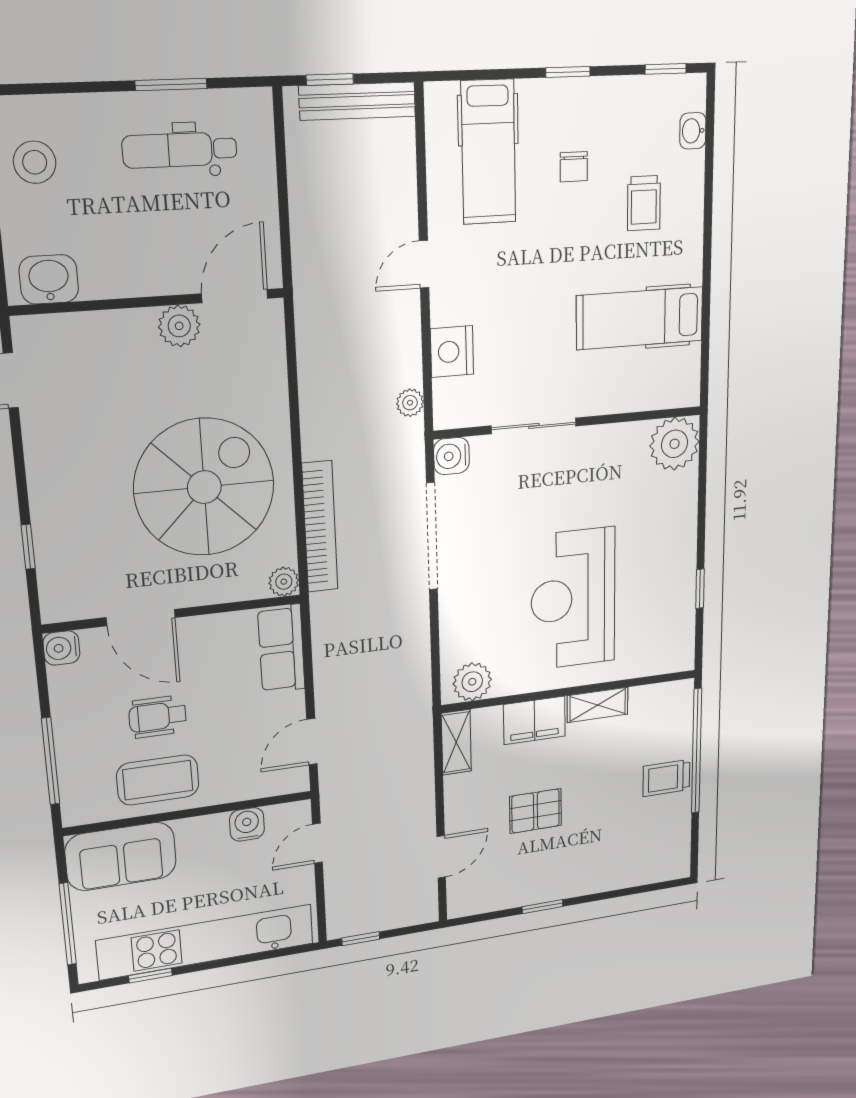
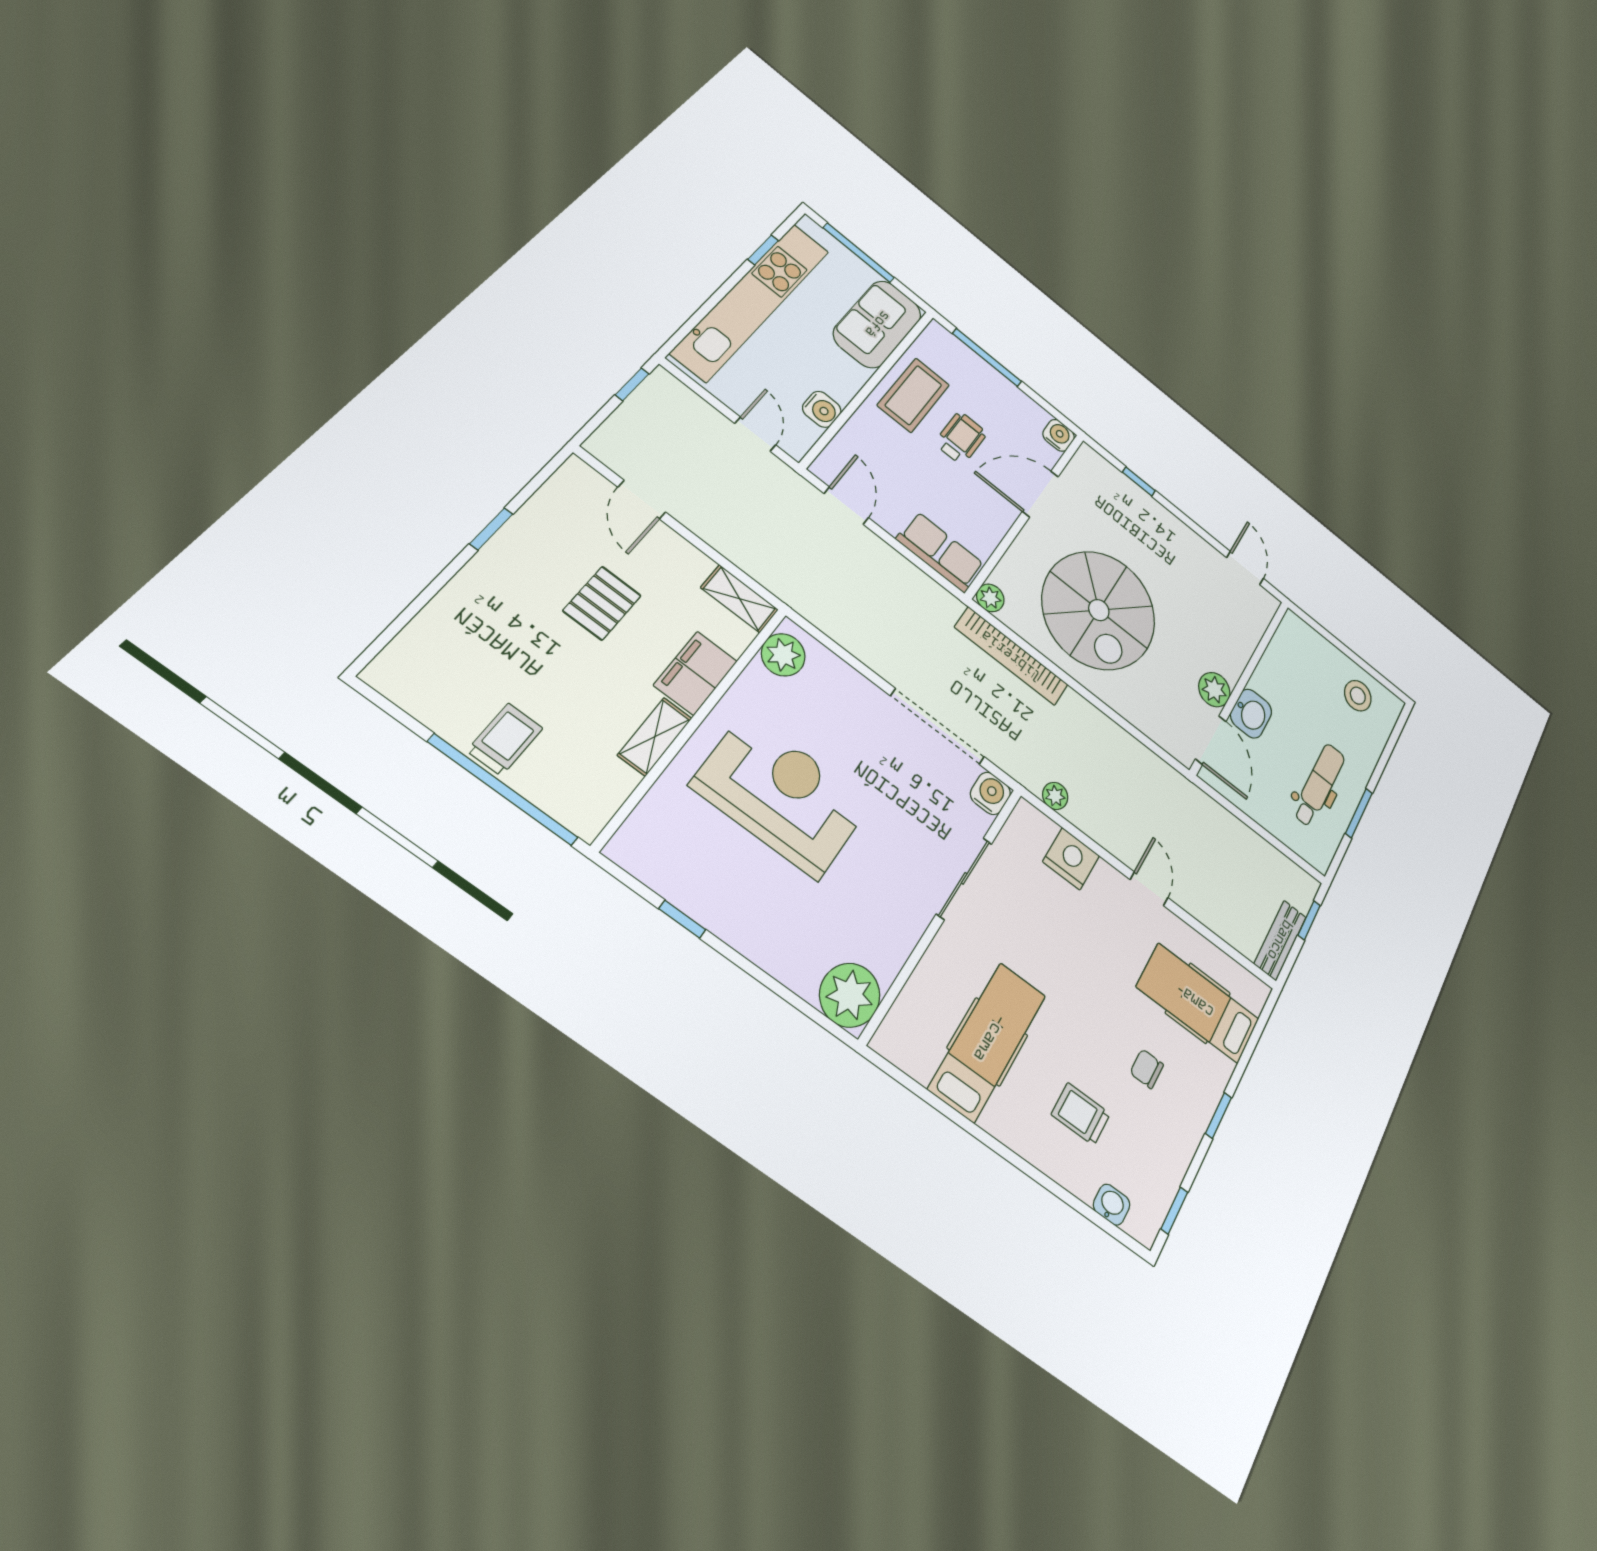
bench: (357, 101) -> (1280, 940), width x0.73
washbasin: (49, 279) -> (1251, 714), moved

